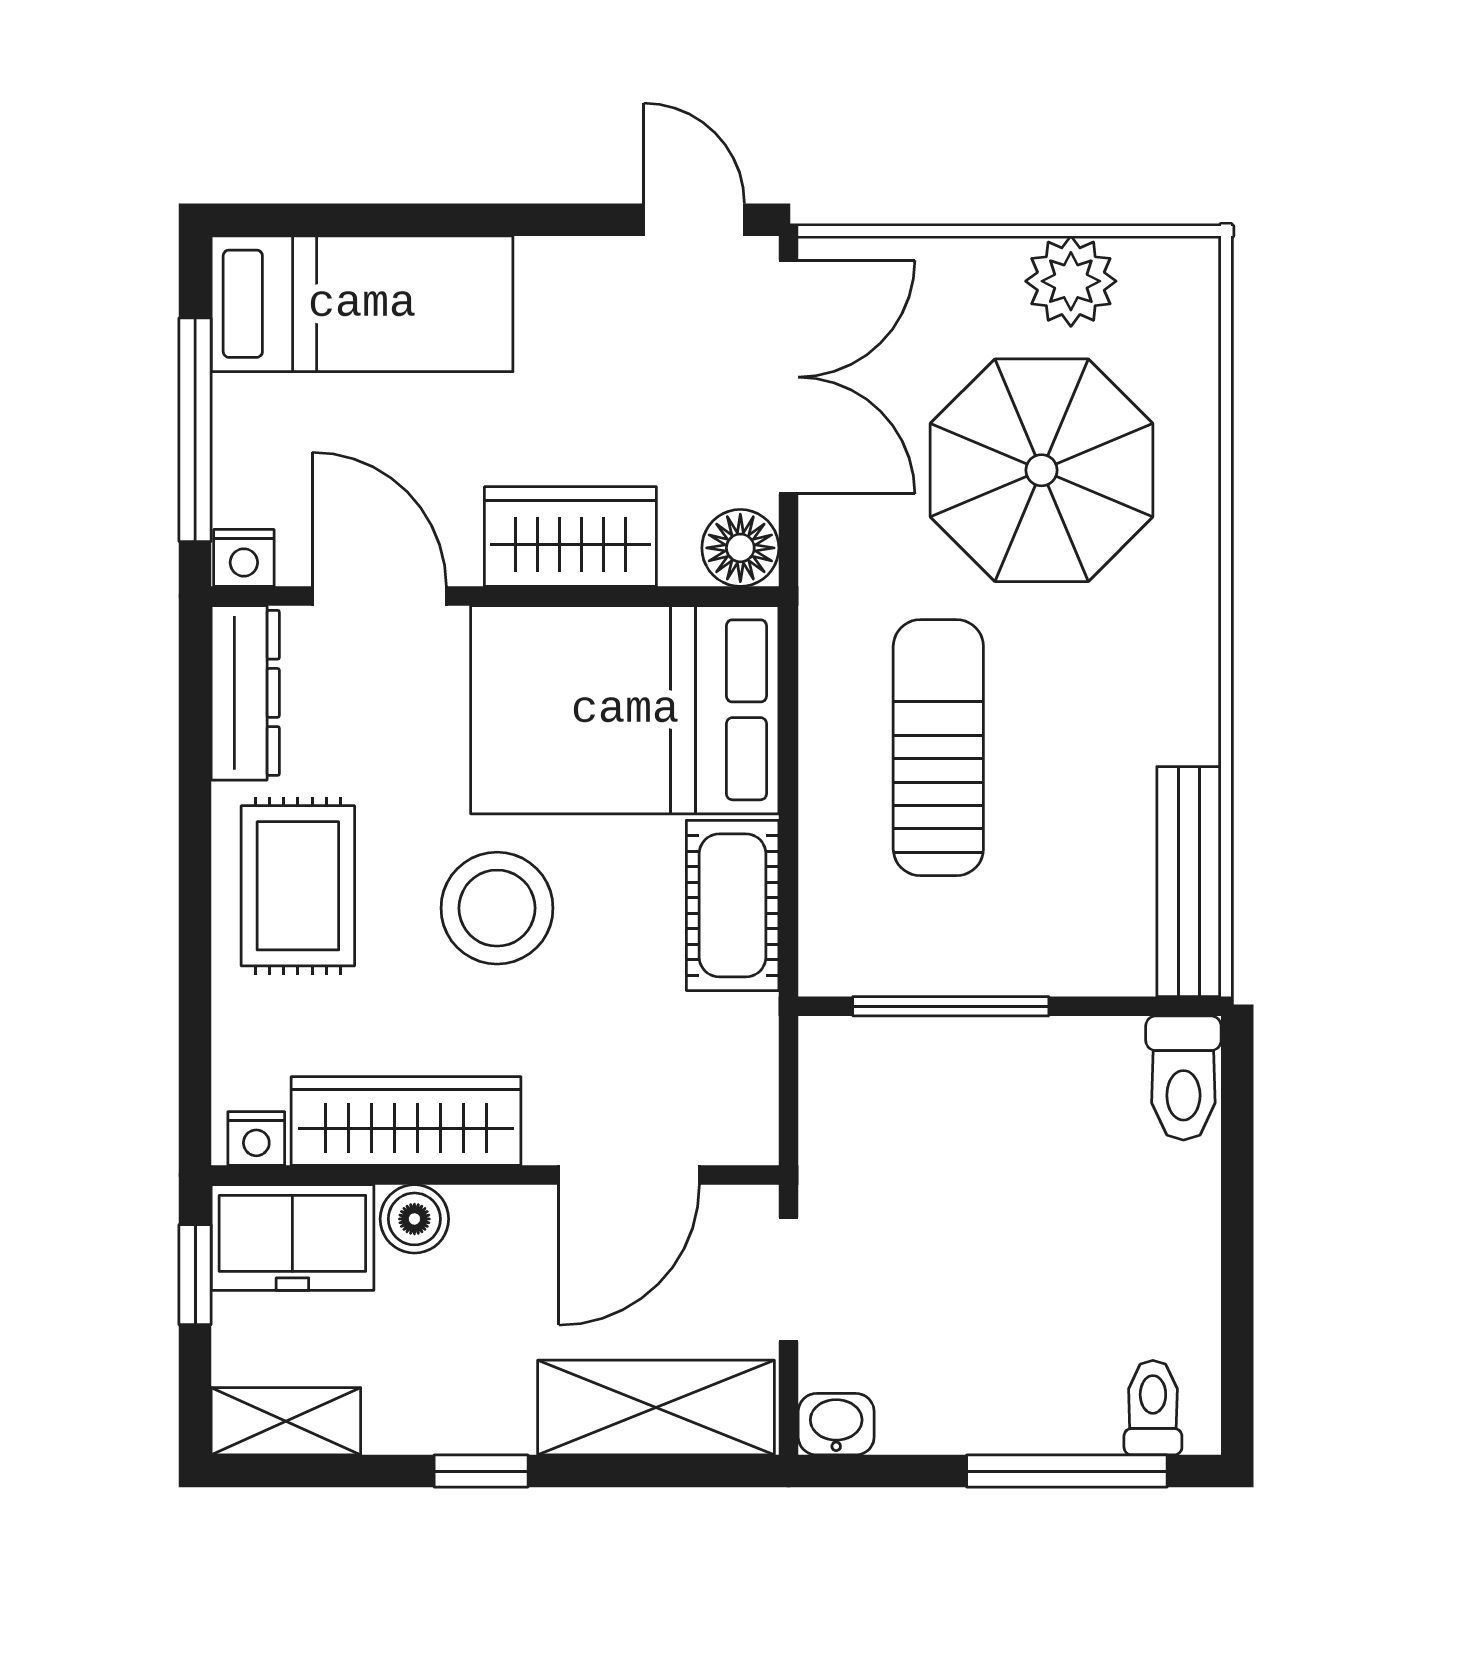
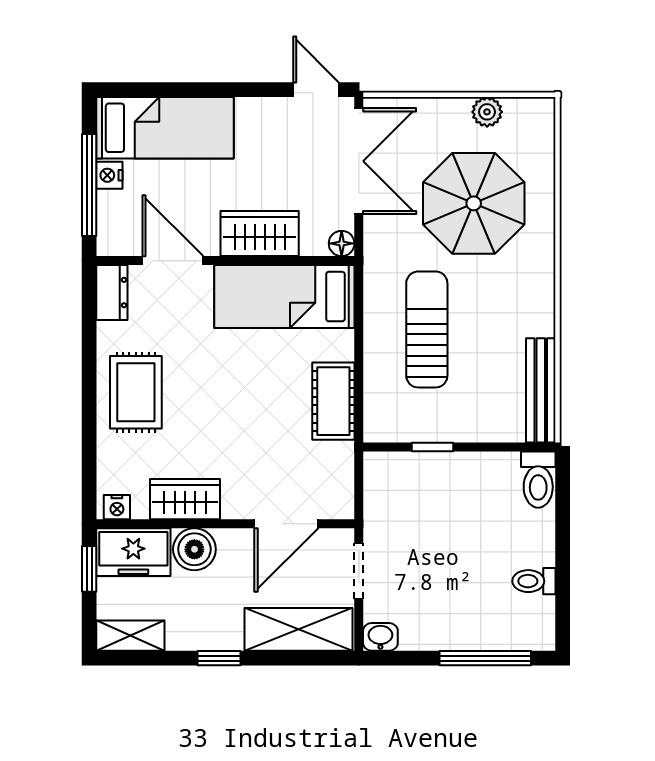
plant: (1071, 281) -> (487, 112), width x0.73, depth x0.73
floor lamp: (740, 548) -> (342, 243), width x0.73, depth x0.73
nightstand: (244, 558) -> (109, 175), moved, turned 90
dresser: (245, 693) -> (112, 293), width x0.70
bed: (625, 710) -> (284, 297), width x0.67
stool: (497, 908) -> (226, 402), removed
window: (951, 1006) -> (432, 447), width x0.46
wardrobe: (406, 1121) -> (185, 499), width x0.67
boiler: (414, 1219) -> (194, 549), width x1.36, depth x1.36
toilet: (1153, 1408) -> (534, 581), moved, turned -90

